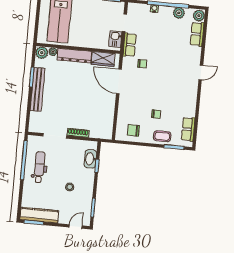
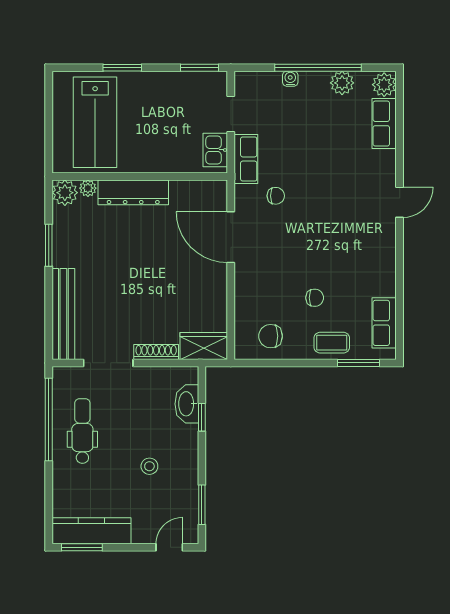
wardrobe: (103, 59) -> (204, 346), moved, turned 180
bench: (38, 89) -> (63, 314), moved

